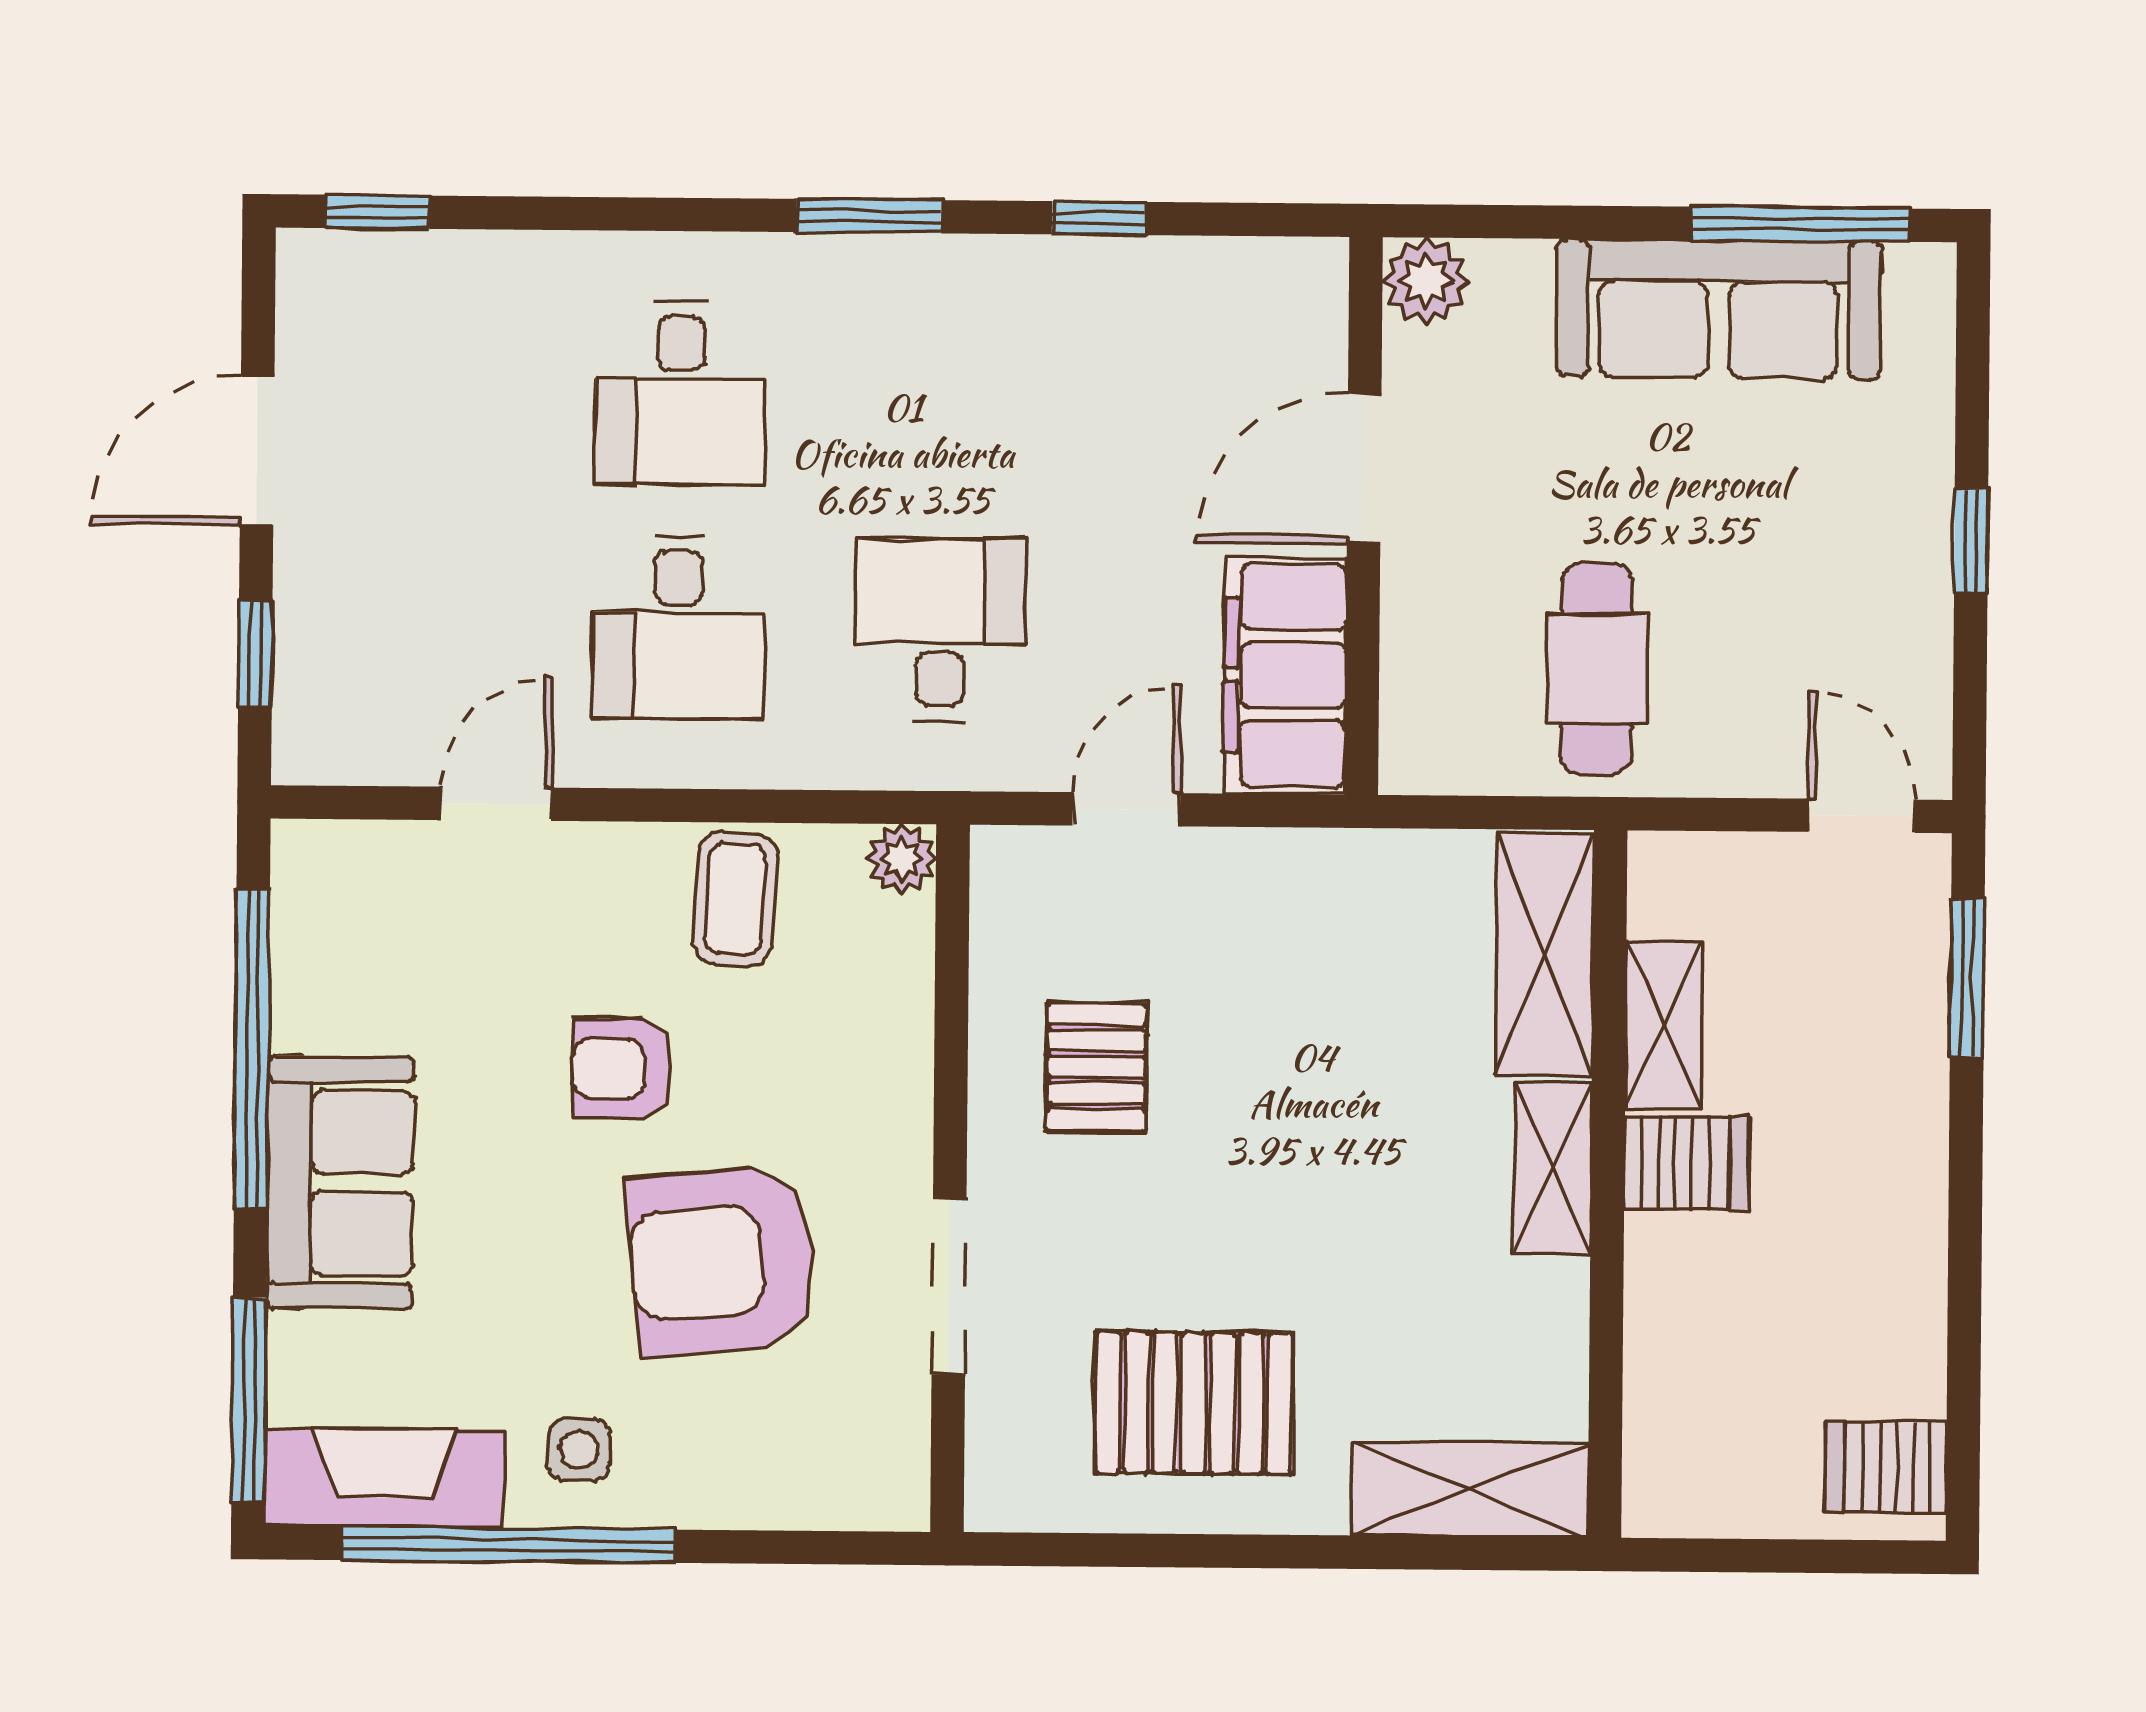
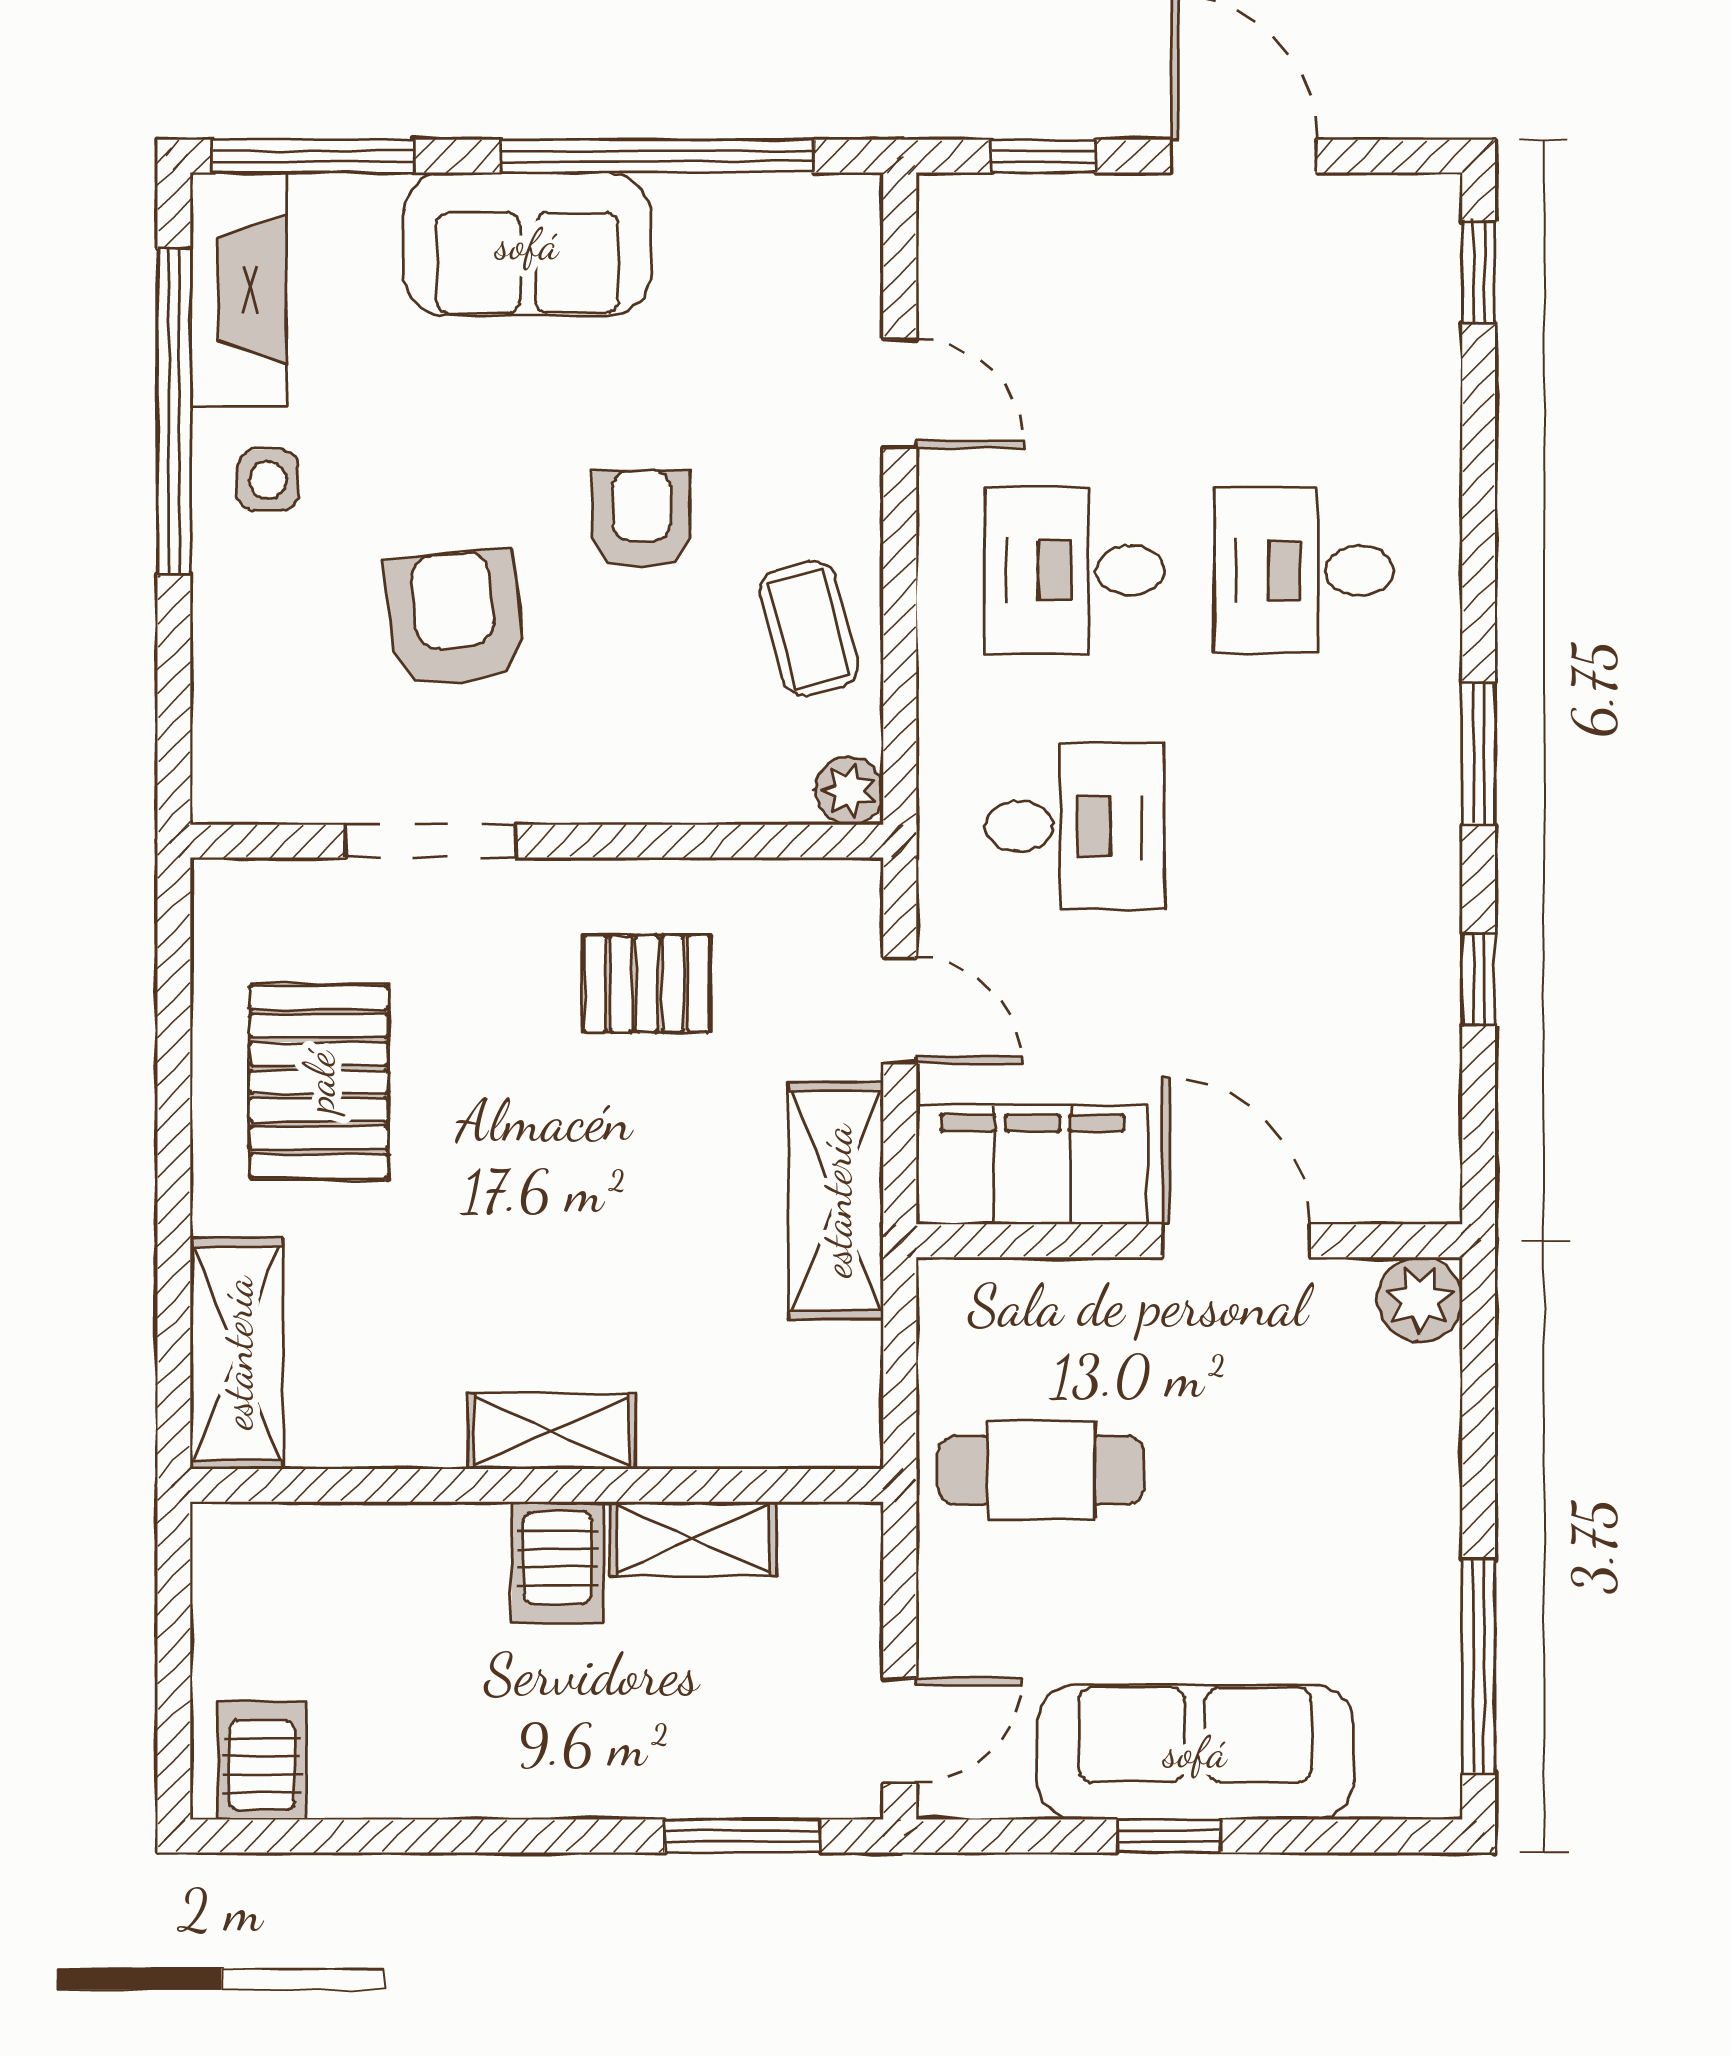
sofa: (1719, 309) -> (1195, 1752), moved, turned 90
coffee table: (735, 899) -> (809, 628), turned 72
shelving: (1544, 955) -> (836, 1201), moved, turned 90
armchair: (722, 1260) -> (454, 619), width x0.73, depth x0.73

